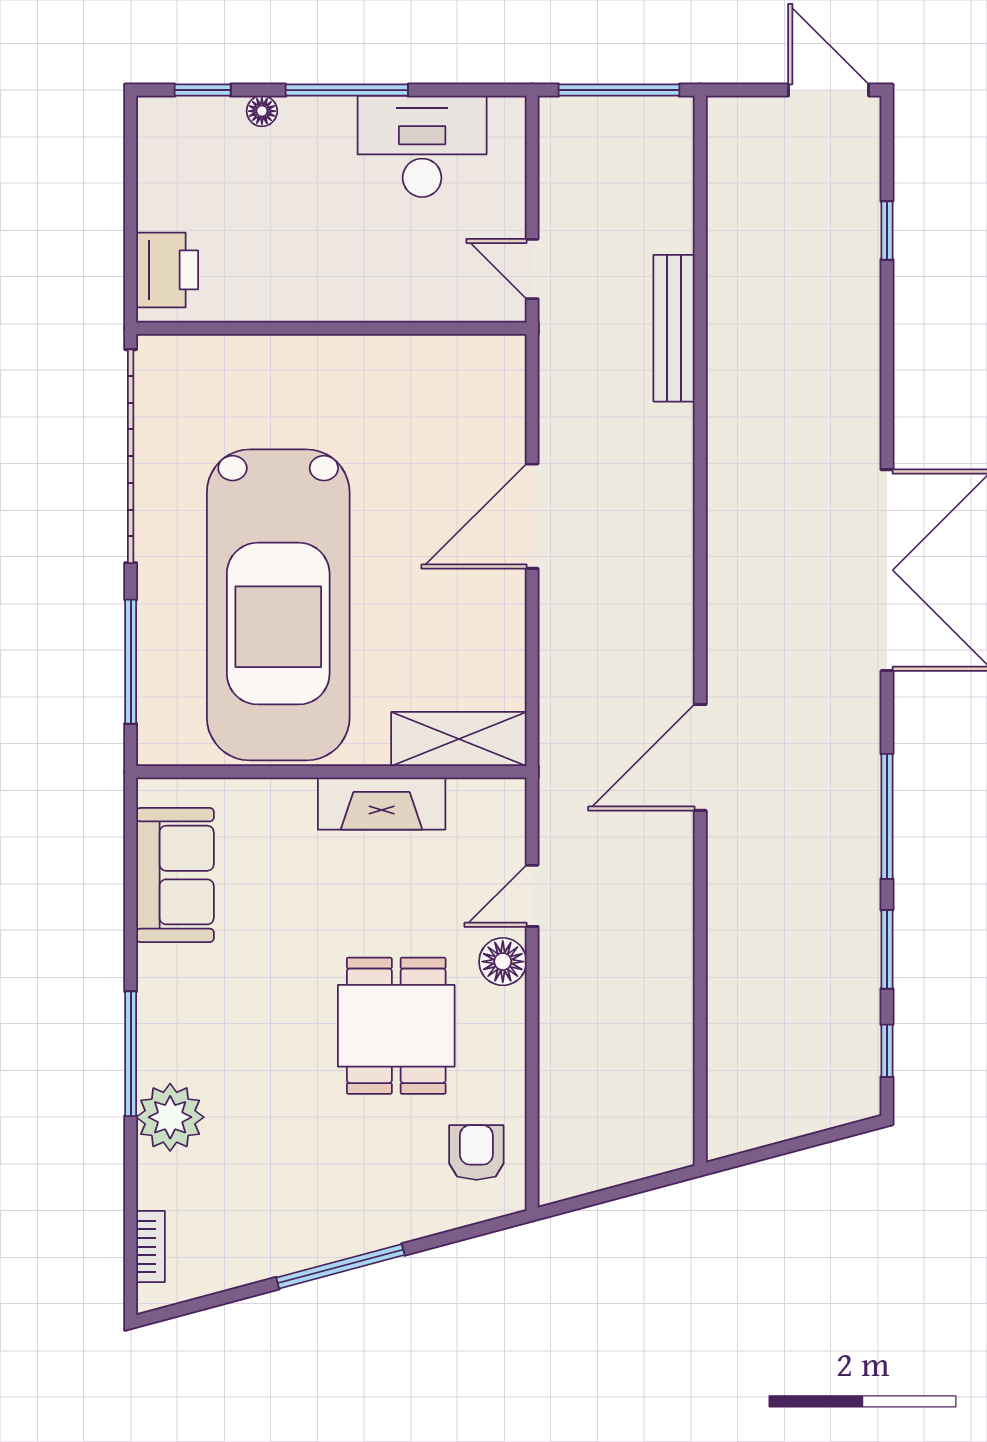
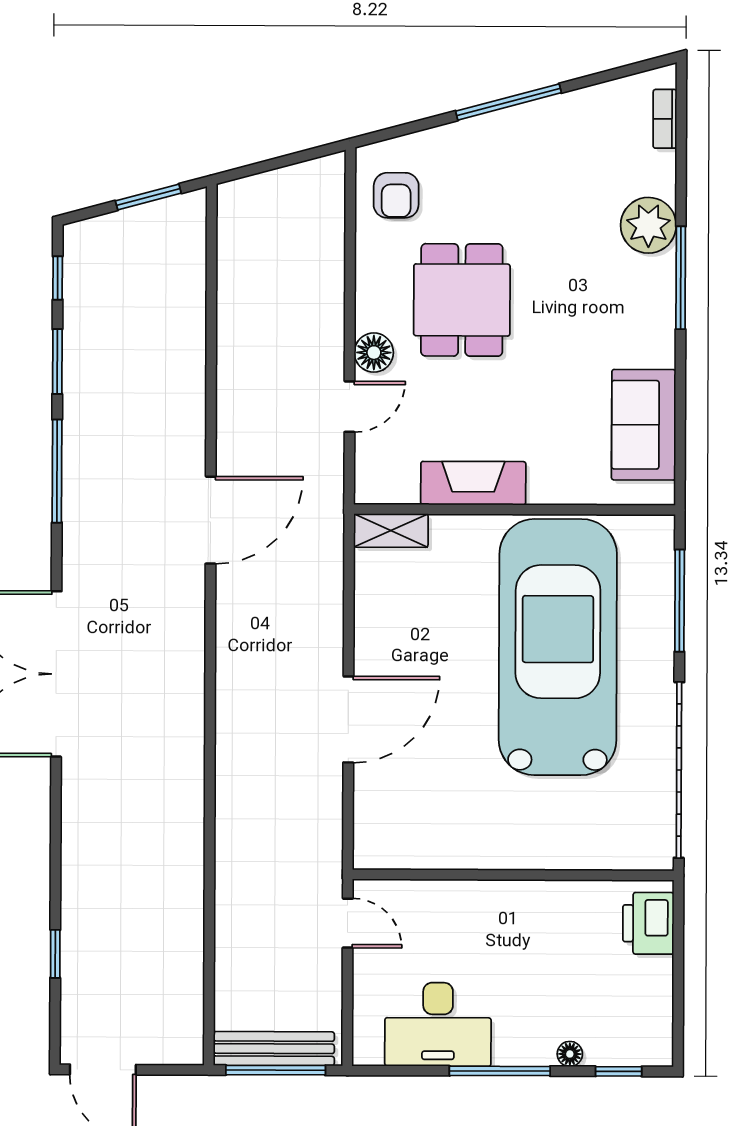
bench: (674, 328) -> (274, 1049), moved, turned 90
shelving: (459, 739) -> (391, 530), width x0.67, depth x0.75
window: (777, 1149) -> (148, 197), added

